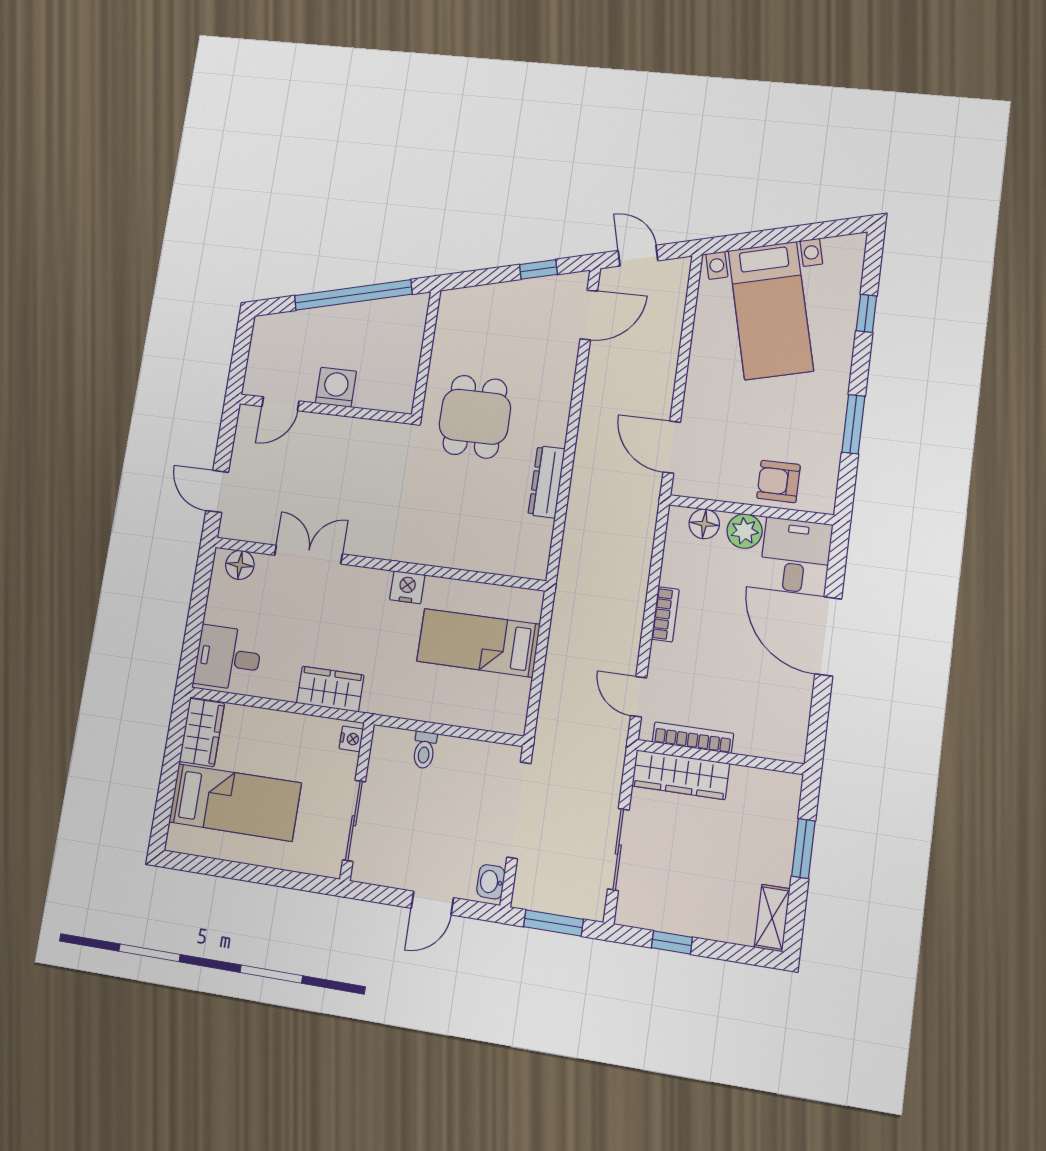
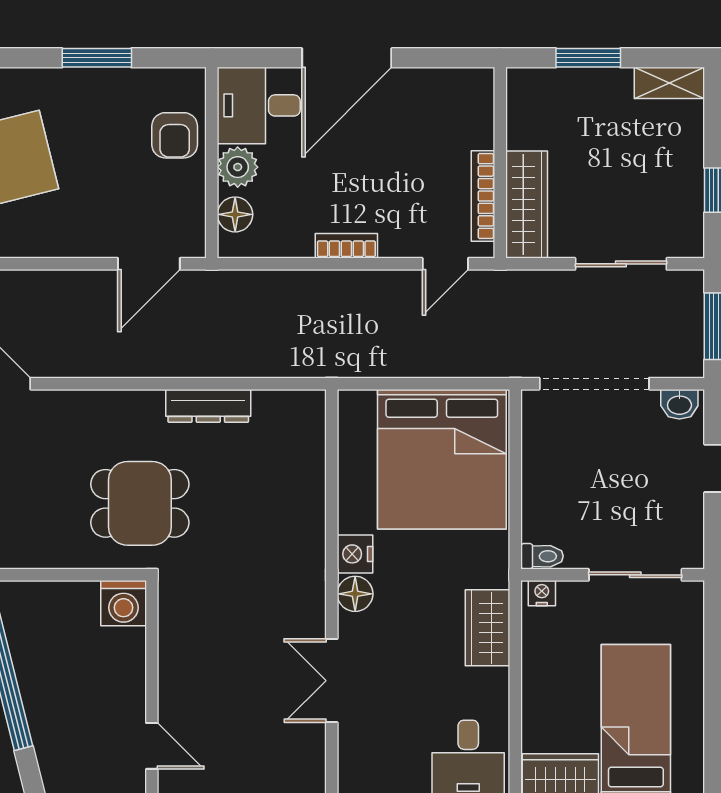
washing machine: (336, 387) -> (124, 603), moved, turned -90
floor lamp: (240, 565) -> (355, 594), moved
bed: (478, 643) -> (442, 459), width x2.04
toilet: (424, 750) -> (542, 556), moved

